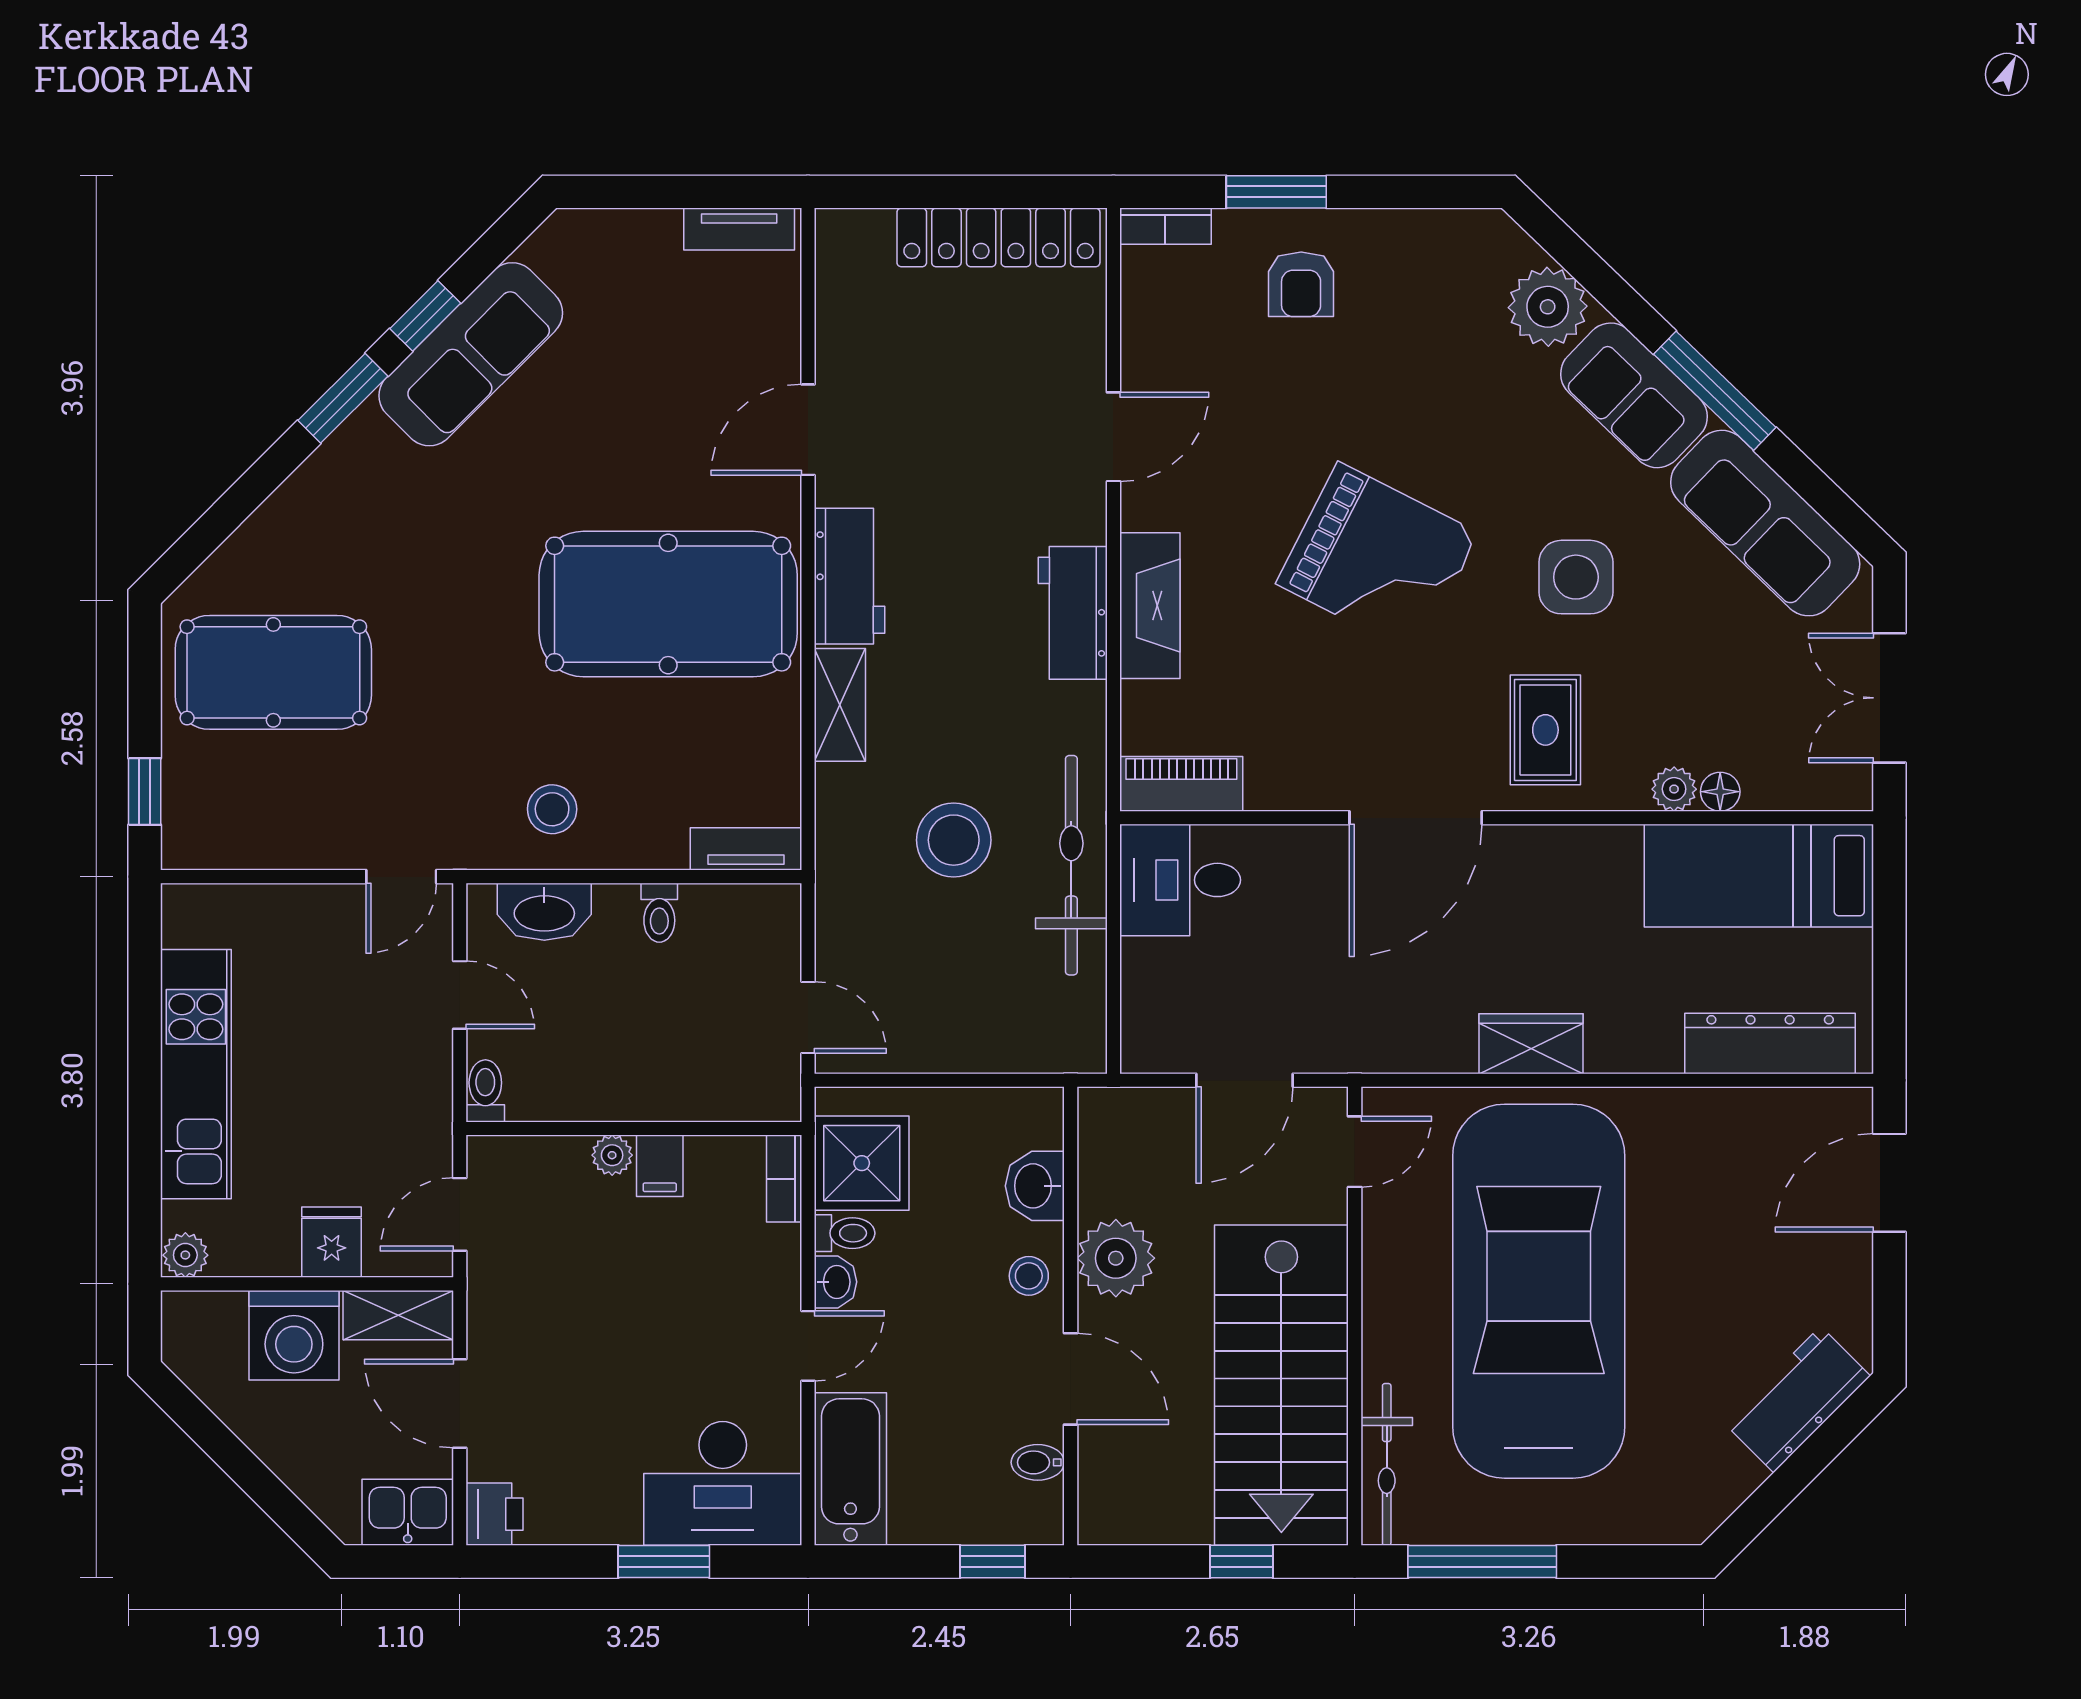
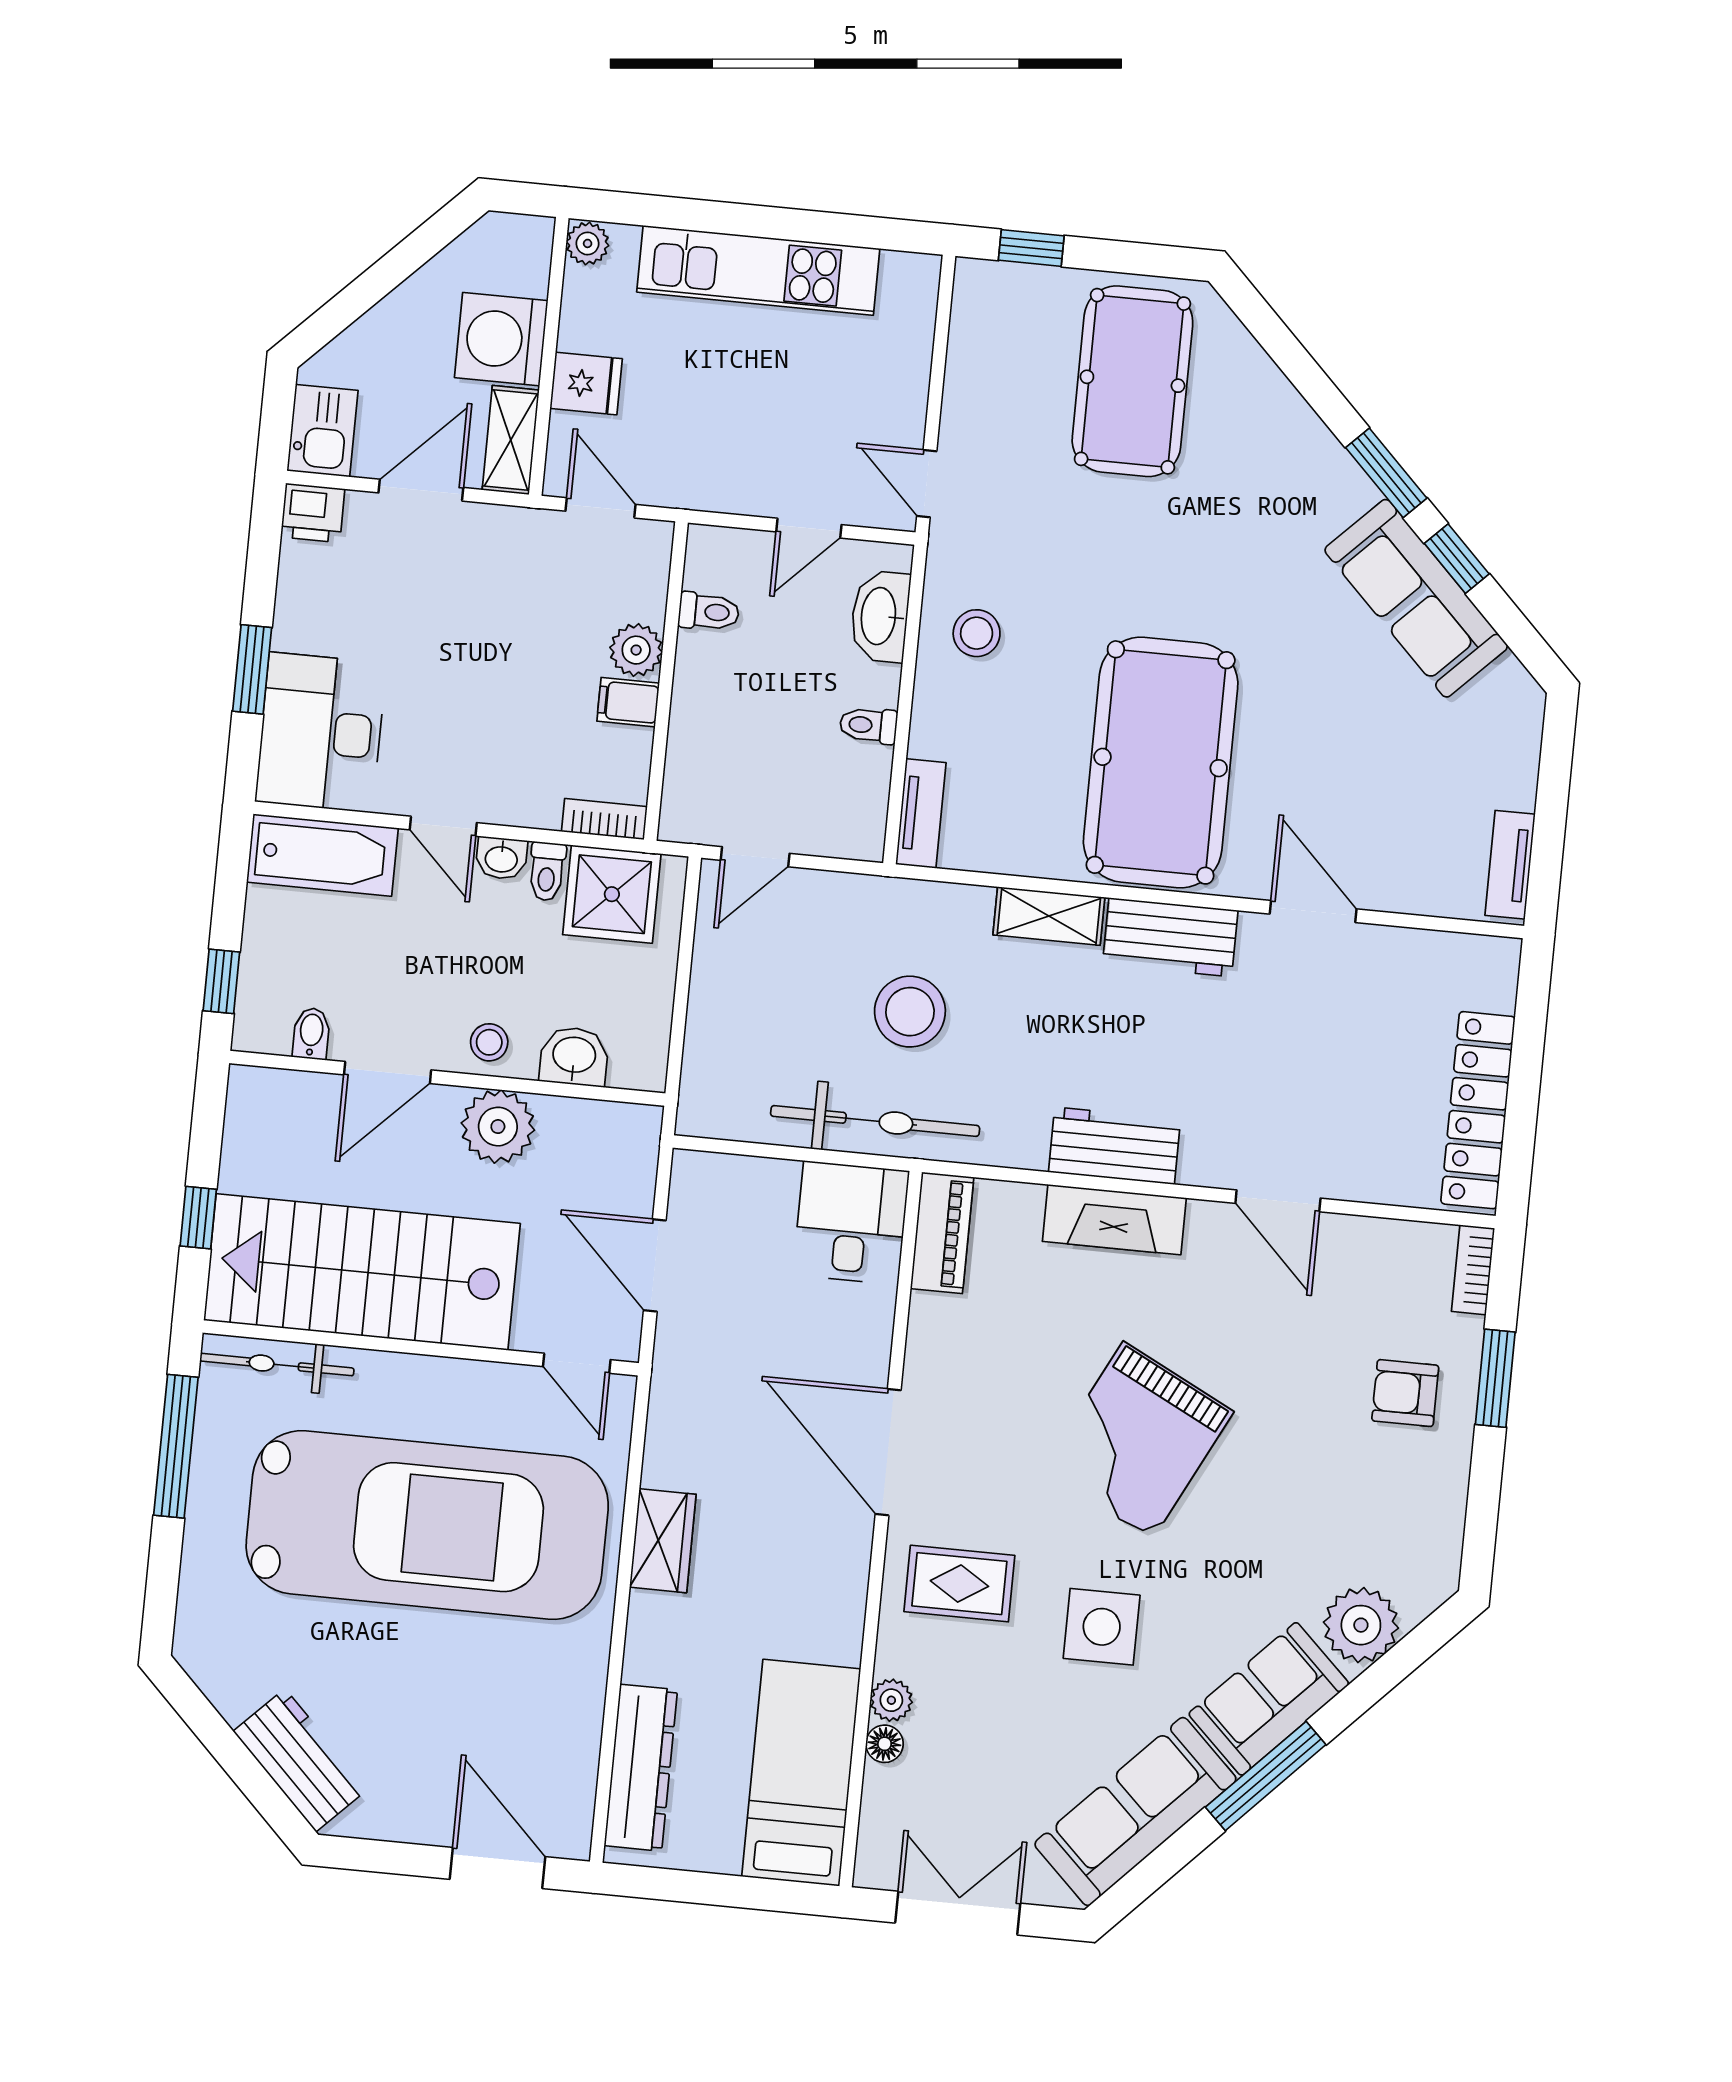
toilet: (485, 1091) -> (709, 612), moved
plant: (612, 1155) -> (636, 650), width x1.38, depth x1.38

